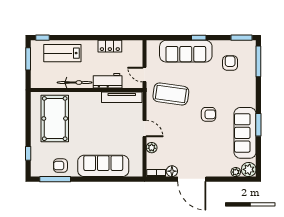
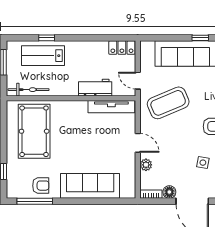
window: (43, 38) -> (47, 38), moved
locker: (110, 46) -> (122, 48), moved
bicycle: (75, 83) -> (29, 90), moved
coffee table: (171, 94) -> (168, 103), turned -31
side table: (201, 146) -> (203, 163), added
armchair: (60, 166) -> (41, 186), turned 180

